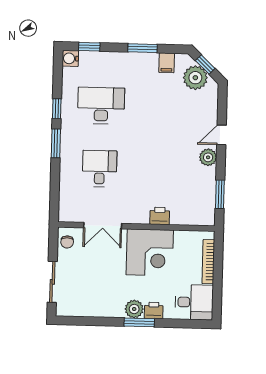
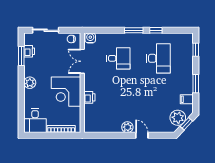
water cooler: (70, 58) -> (90, 38), moved
window: (220, 194) -> (104, 135), removed
printer: (154, 310) -> (29, 51), moved
window: (139, 322) -> (21, 56), moved

